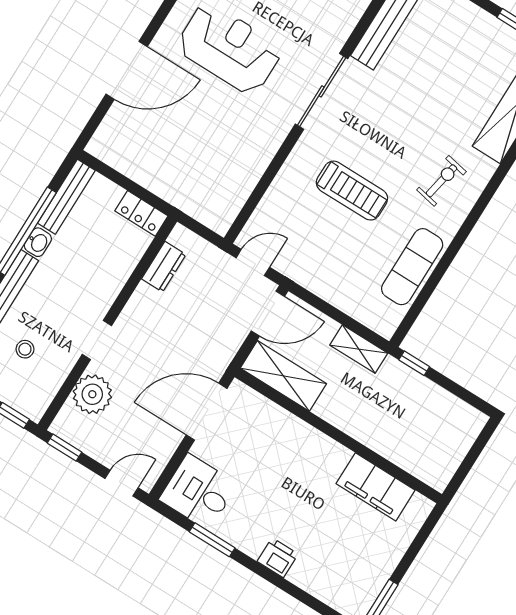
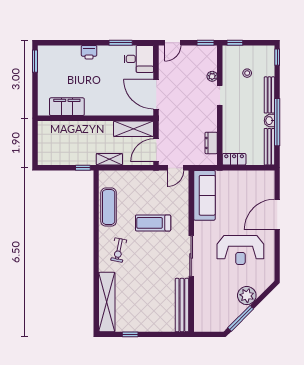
sofa: (232, 183) -> (204, 195), added
plant: (92, 394) -> (212, 76), width x0.53, depth x0.53
door: (207, 412) -> (156, 94), swing flipped

